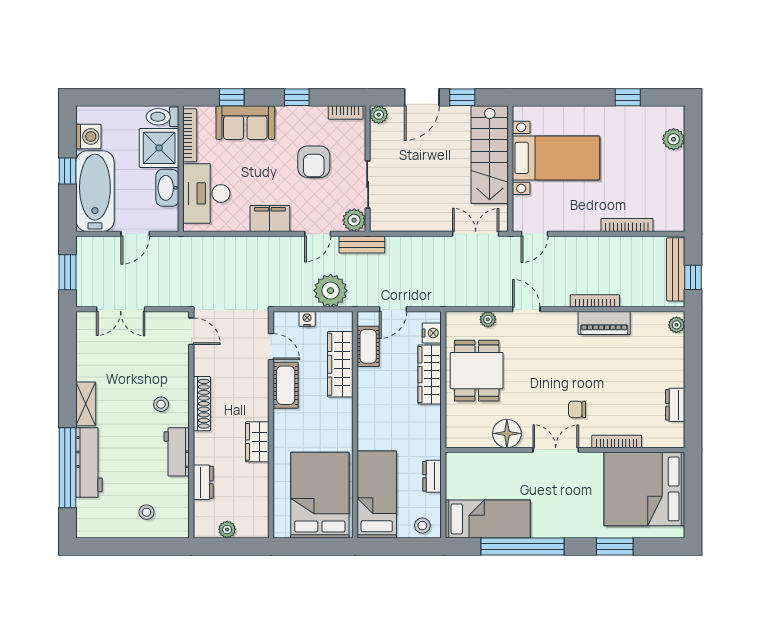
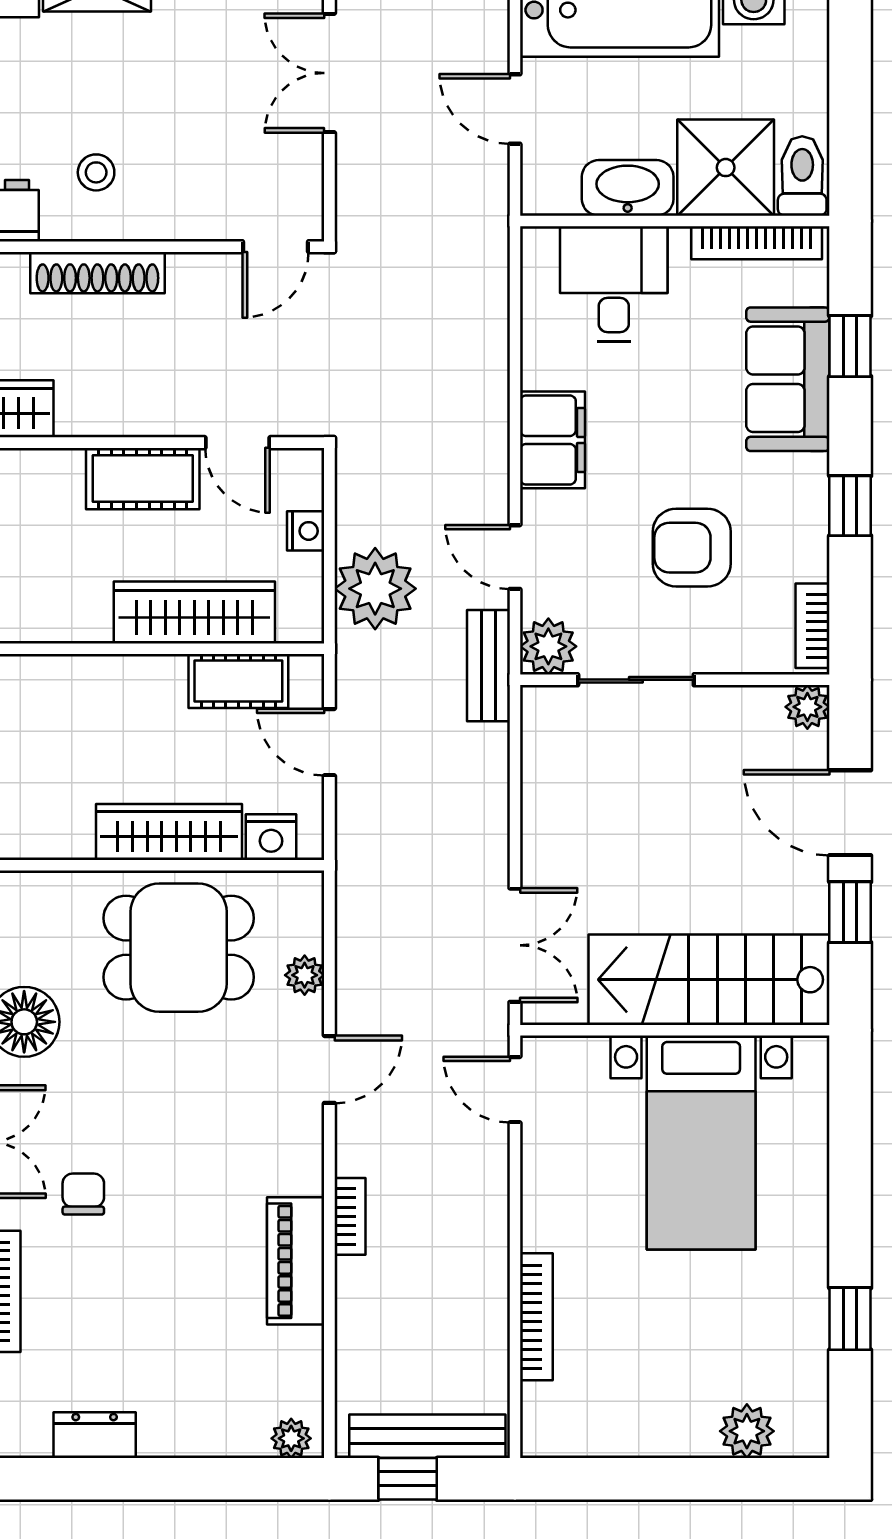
desk: (206, 193) -> (614, 284), width x0.73
bookcase: (595, 301) -> (350, 1216), width x0.64
door: (271, 347) -> (237, 443), hinge flipped

